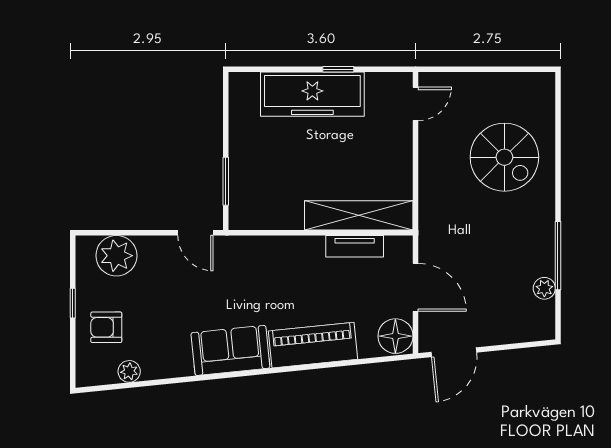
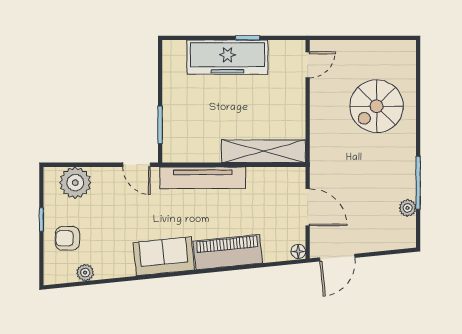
spiral stairs: (504, 157) -> (377, 106), turned 90
tv unit: (355, 246) -> (203, 178), moved, width x1.92, depth x1.29
floor lamp: (395, 336) -> (298, 251), width x0.53, depth x0.53

